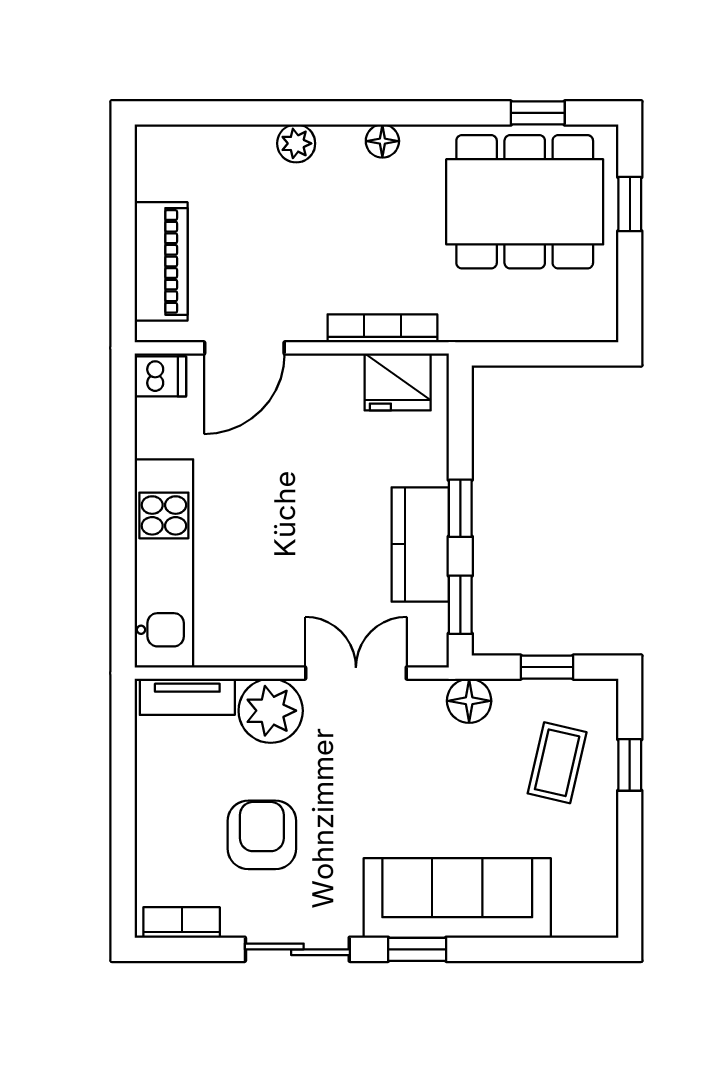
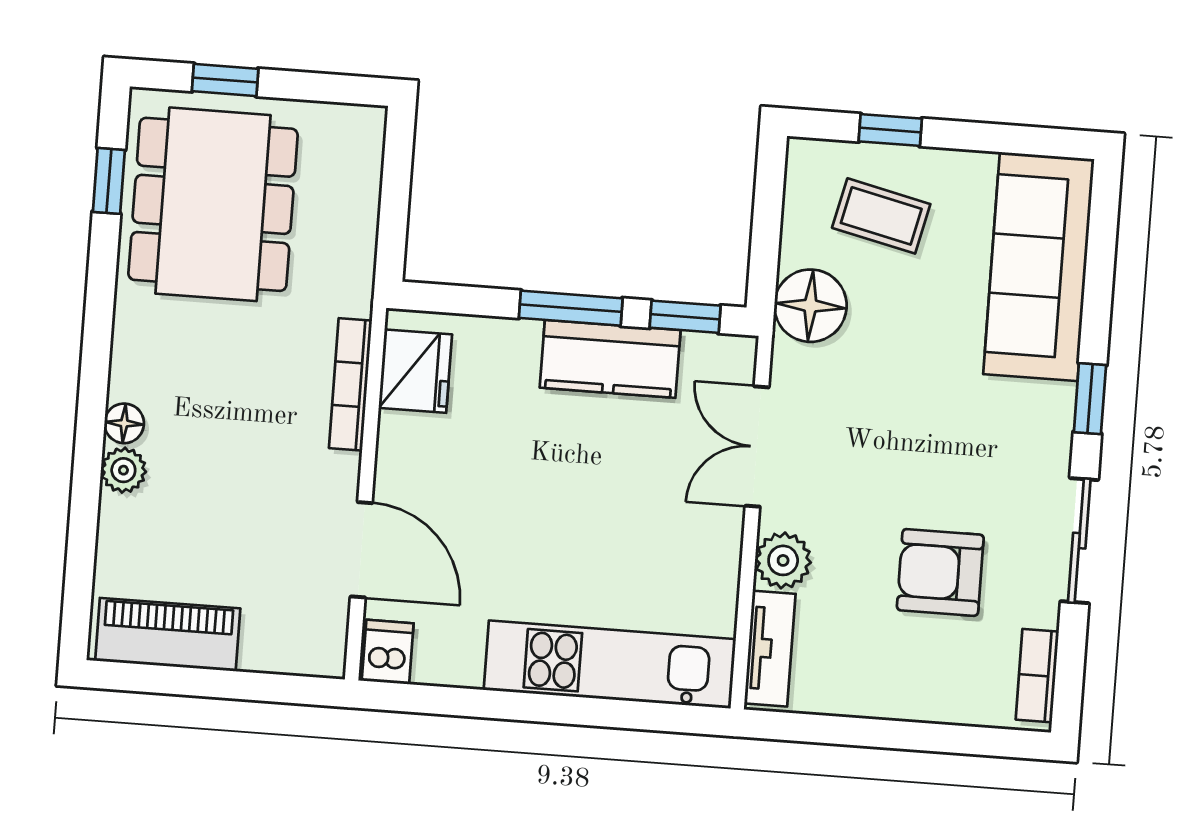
floor lamp: (382, 141) -> (124, 423), moved
piano: (161, 261) -> (168, 635), moved
window: (460, 508) -> (571, 308), width x1.50
window: (547, 667) -> (767, 219), removed
floor lamp: (469, 701) -> (810, 306), width x1.38, depth x1.38
plant: (271, 711) -> (783, 560), width x0.73, depth x0.73
sofa: (457, 898) -> (1039, 267), moved

